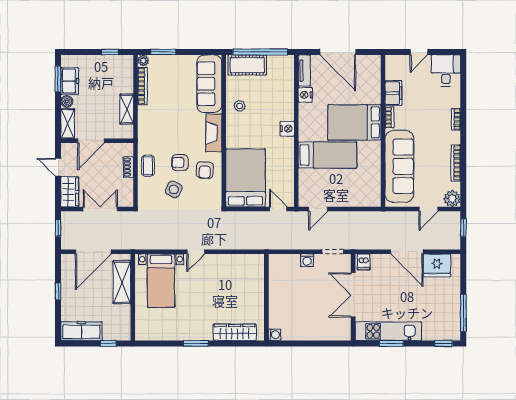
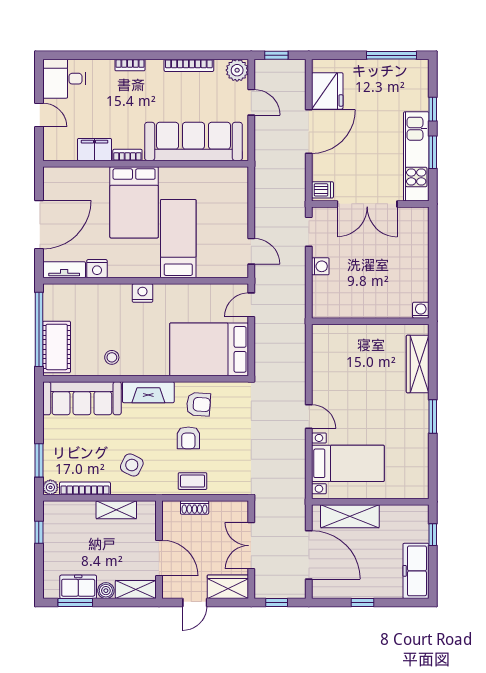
side table: (174, 189) -> (132, 465), moved
window: (444, 343) -> (433, 109), moved

